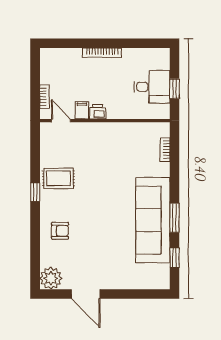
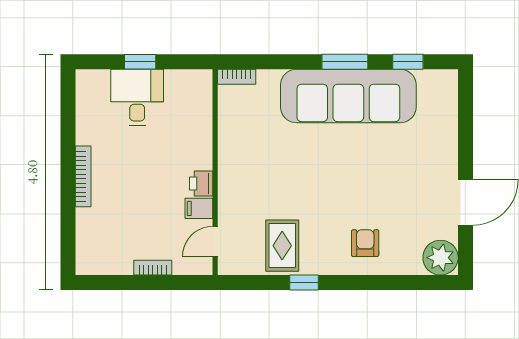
filing cabinet: (82, 110) -> (199, 208), moved
printer: (98, 112) -> (201, 183), moved
door: (61, 121) -> (215, 242), moved
wall: (105, 121) -> (215, 172), moved

